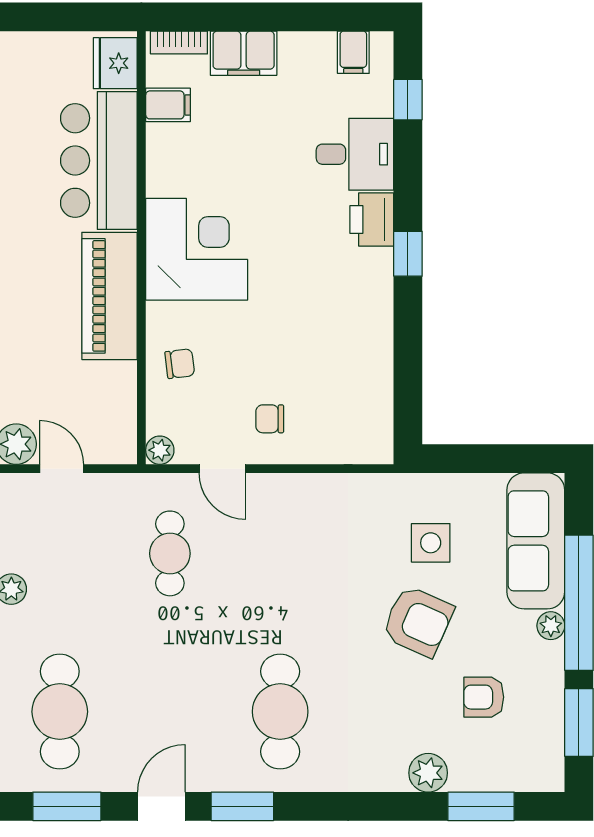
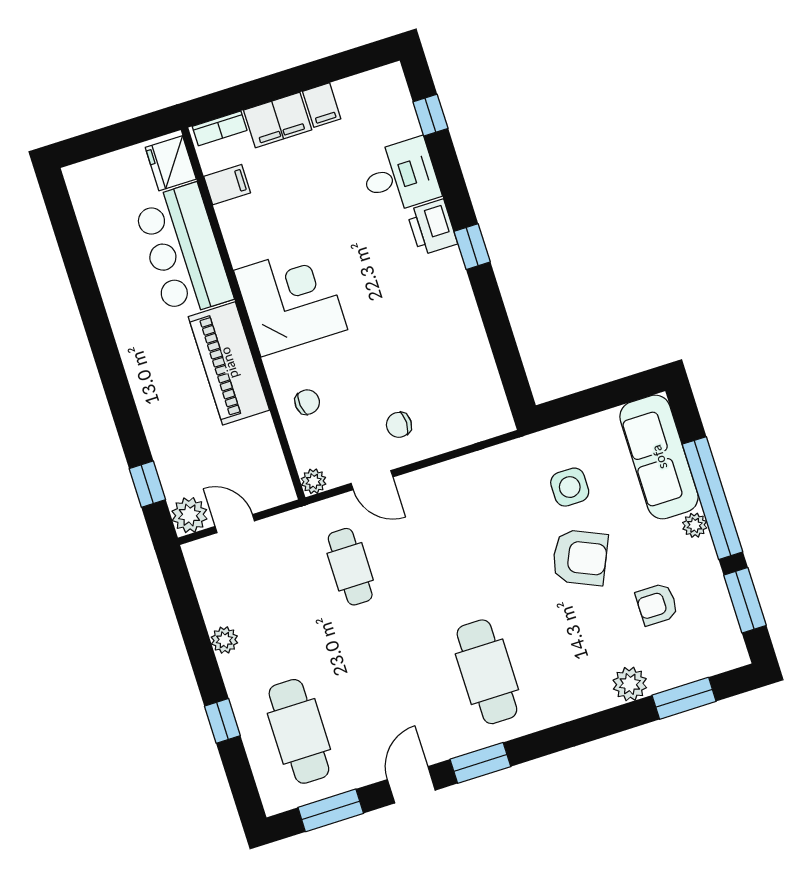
filing cabinet: (353, 52) -> (322, 105), moved

